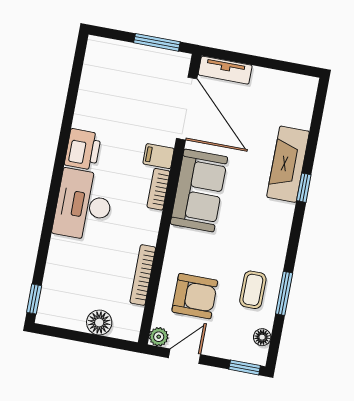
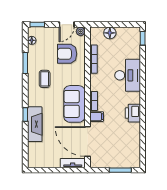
window: (157, 42) -> (120, 170), moved
desk: (84, 205) -> (128, 75), moved
coffee table: (253, 290) -> (45, 79), moved

